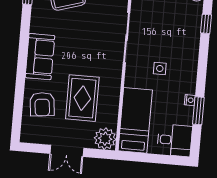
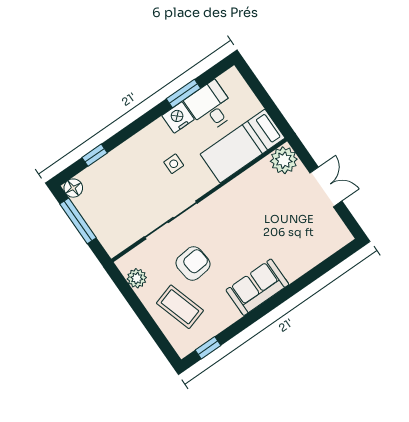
rug: (82, 98) -> (263, 214), removed
nightstand: (190, 100) -> (178, 117), width x1.89, depth x1.79
armchair: (42, 104) -> (193, 264), moved
desk: (175, 140) -> (211, 107), moved

